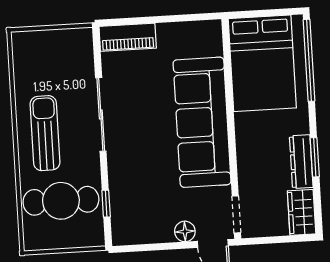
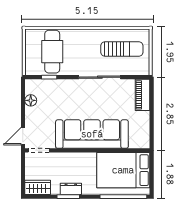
sun lounger: (45, 133) -> (122, 49), moved
dresser: (301, 162) -> (71, 189), width x0.70
floor lamp: (185, 231) -> (31, 100), moved

